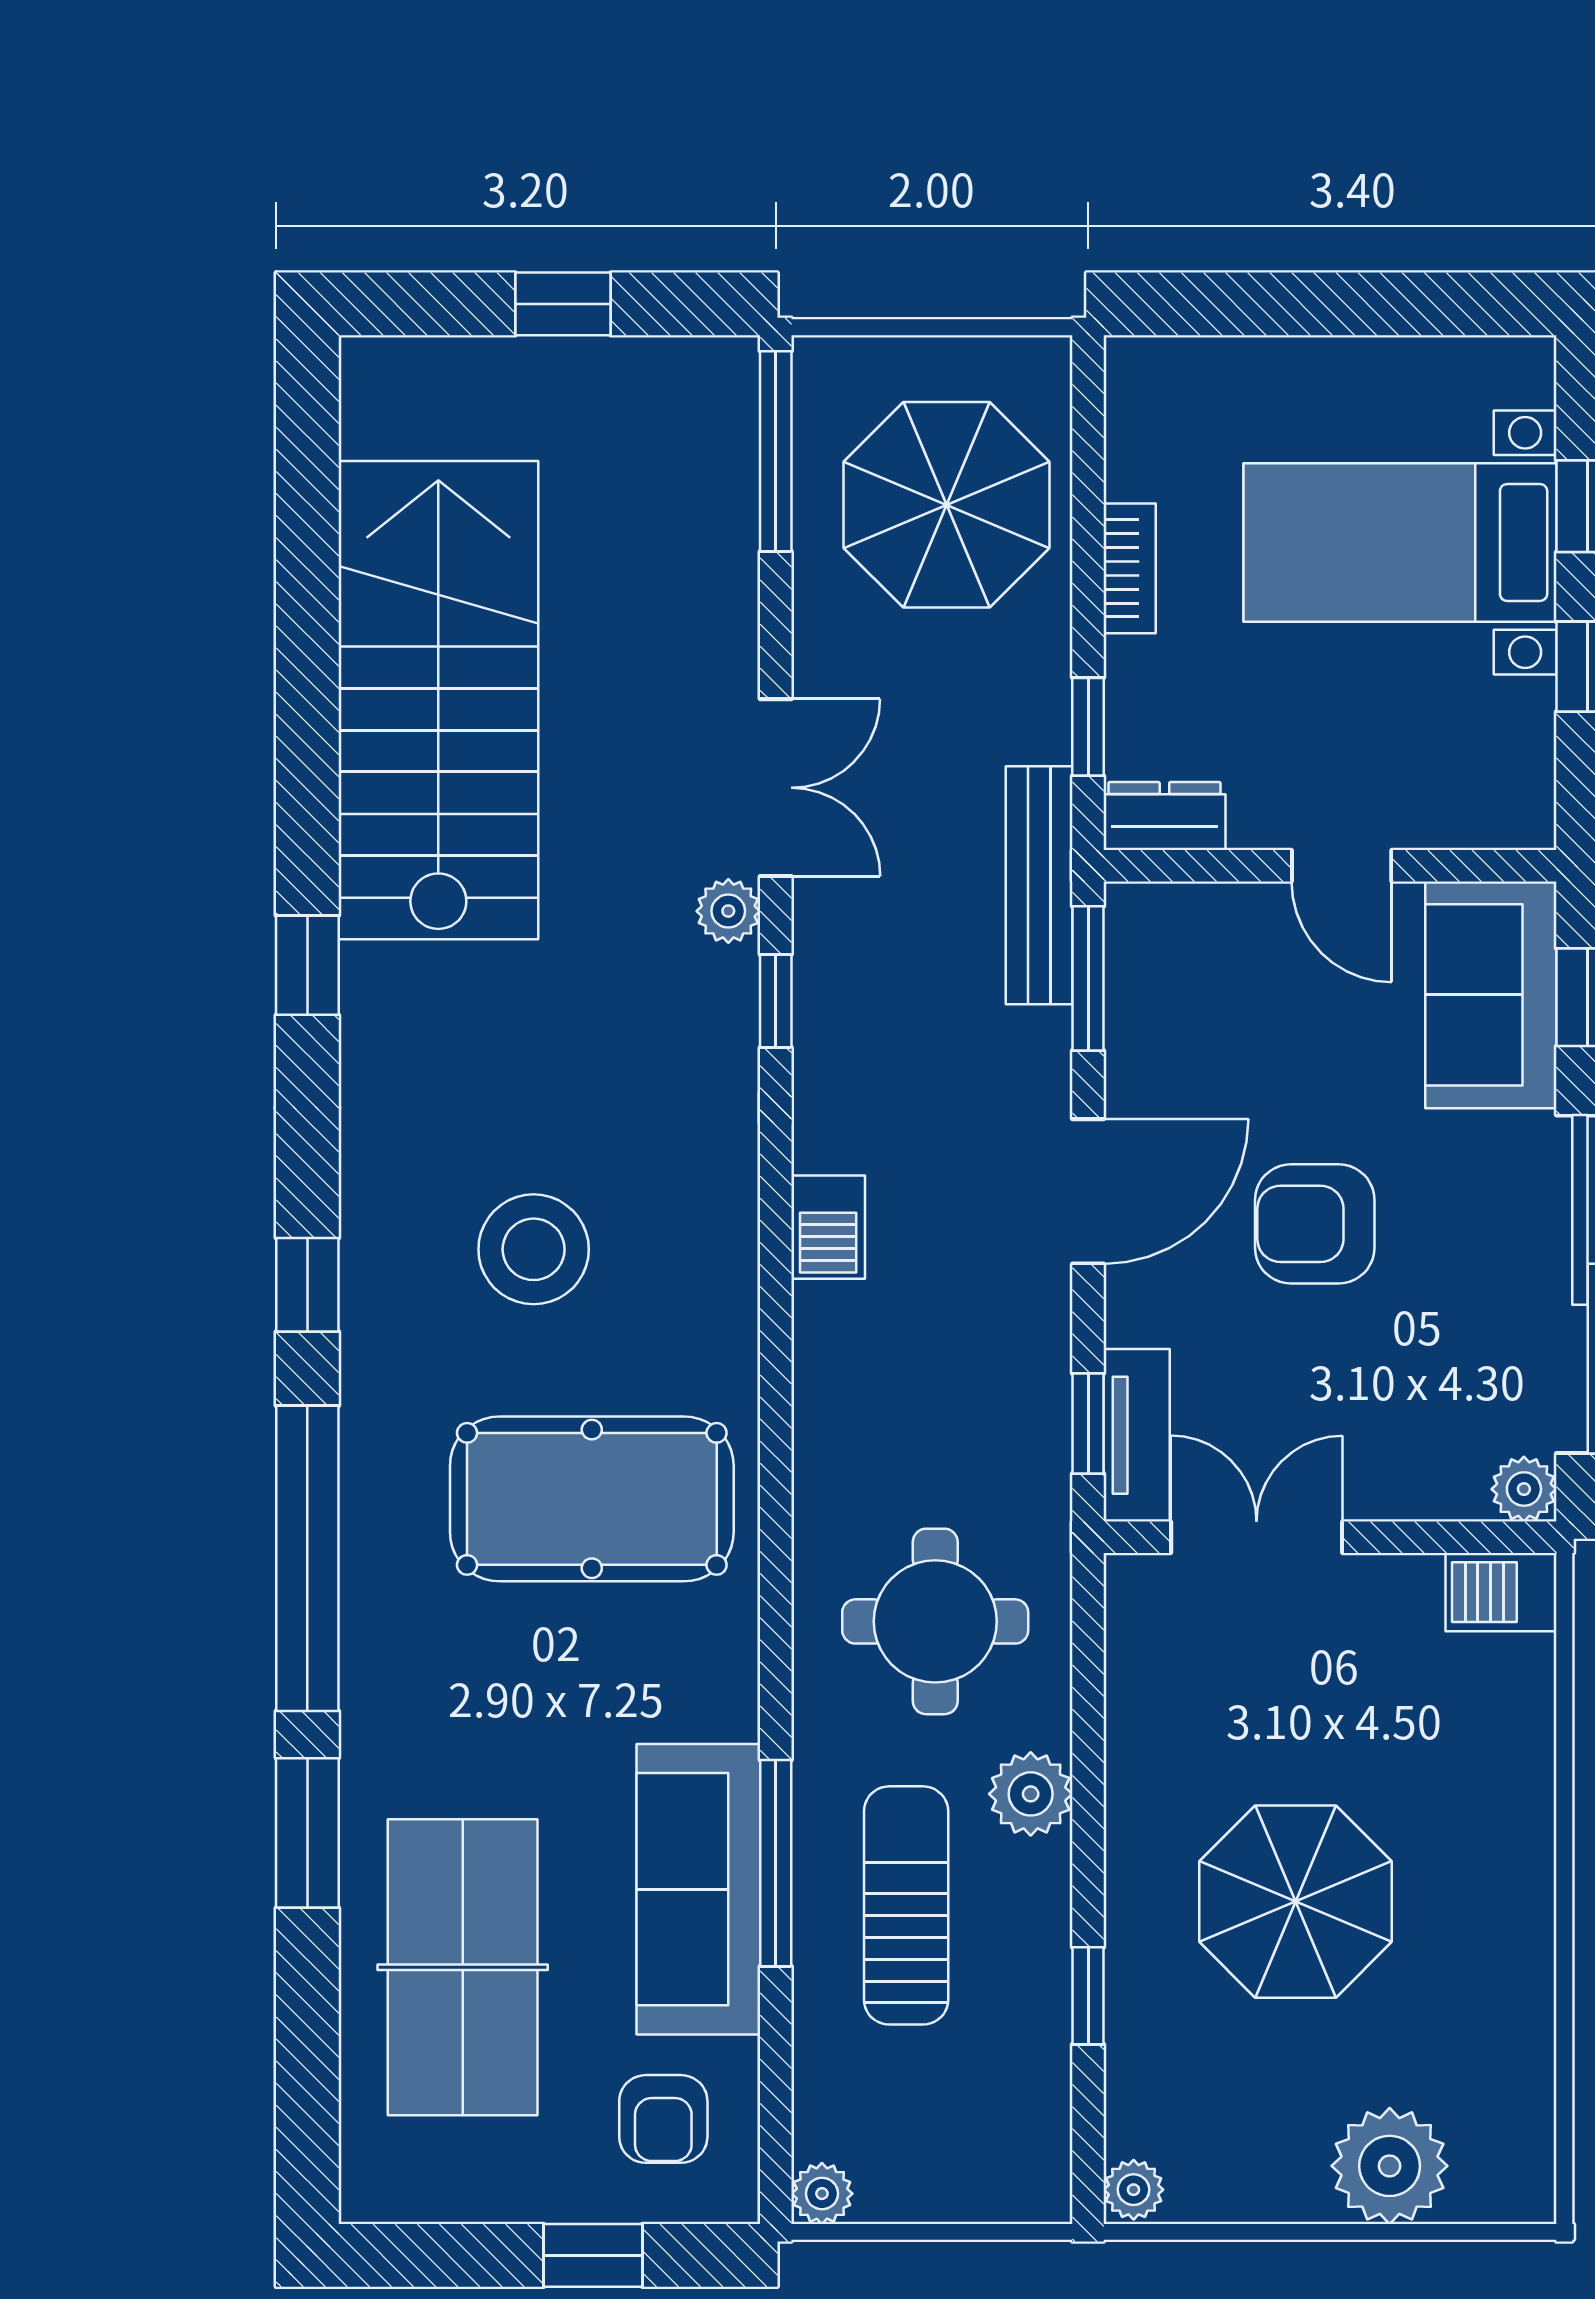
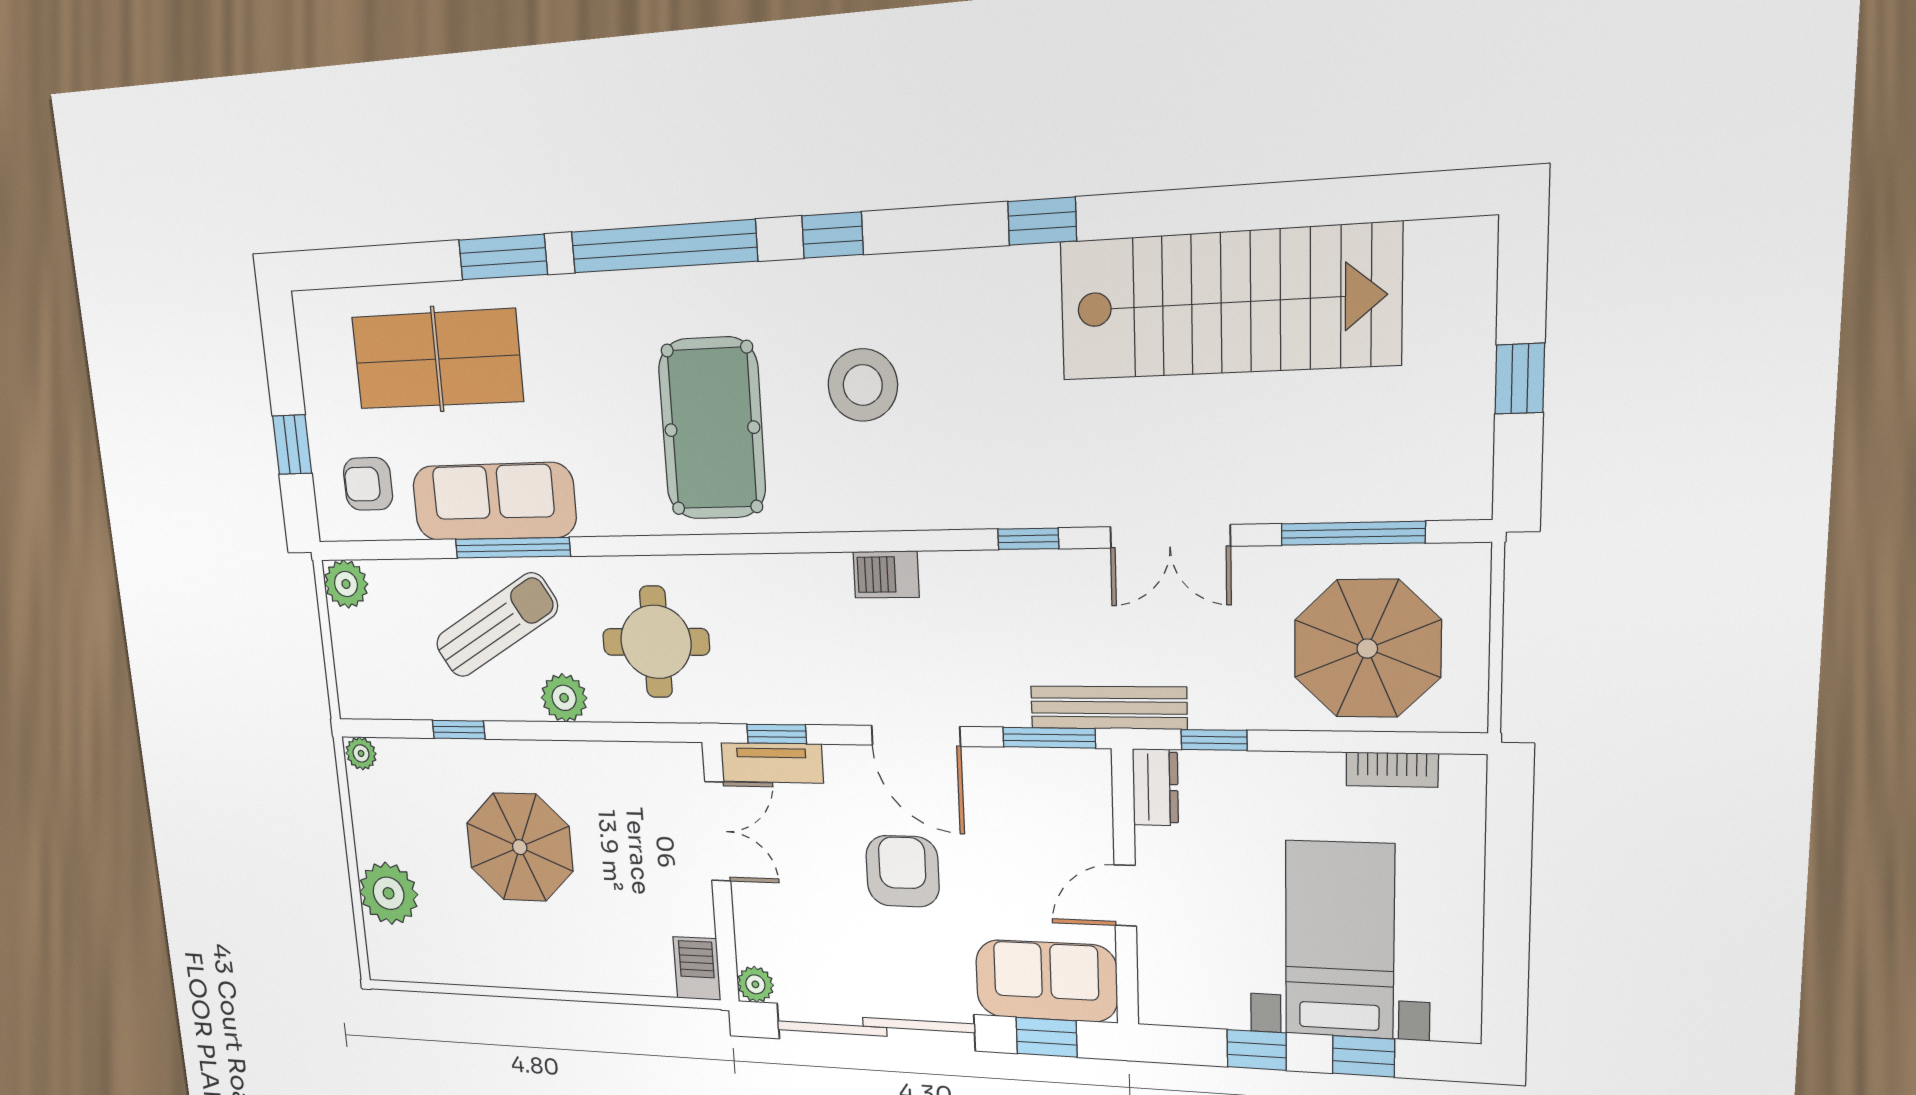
window: (776, 451) -> (1353, 533), moved
bookcase: (1130, 568) -> (1392, 770), moved
plant: (728, 911) -> (1086, 506), removed
sun lounger: (906, 1905) -> (497, 625), turned -31
plant: (822, 2194) -> (346, 584), width x1.38, depth x1.38

